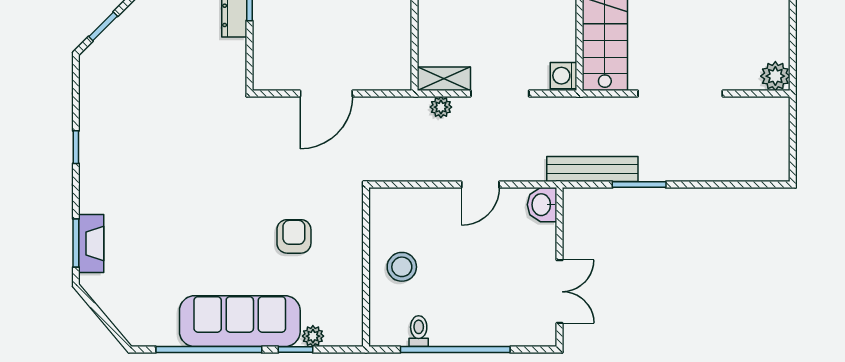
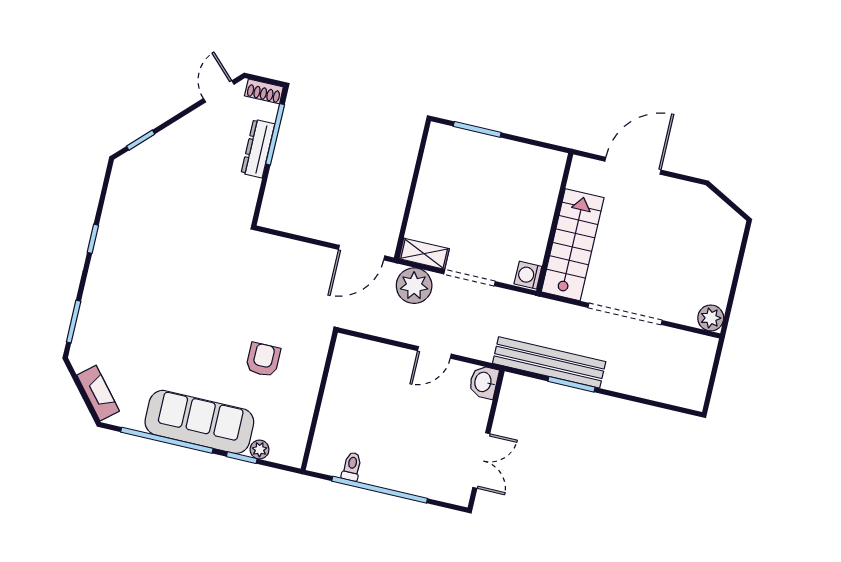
door: (326, 94) -> (362, 253), moved
plant: (441, 107) -> (414, 286), width x1.88, depth x1.88
bench: (592, 169) -> (549, 362), width x1.37, depth x1.21
fireplace: (91, 243) -> (98, 393), moved, turned -40
stool: (402, 267) -> (350, 408), removed

